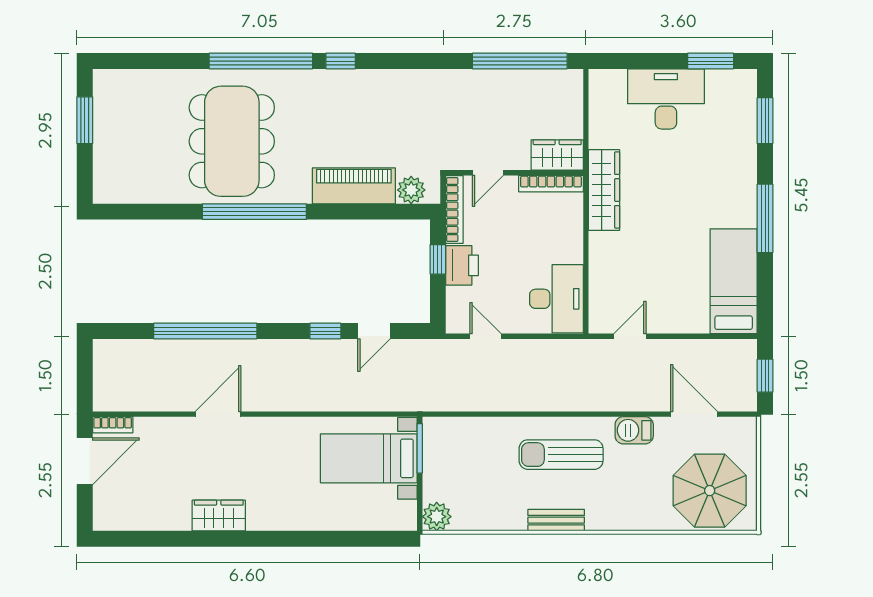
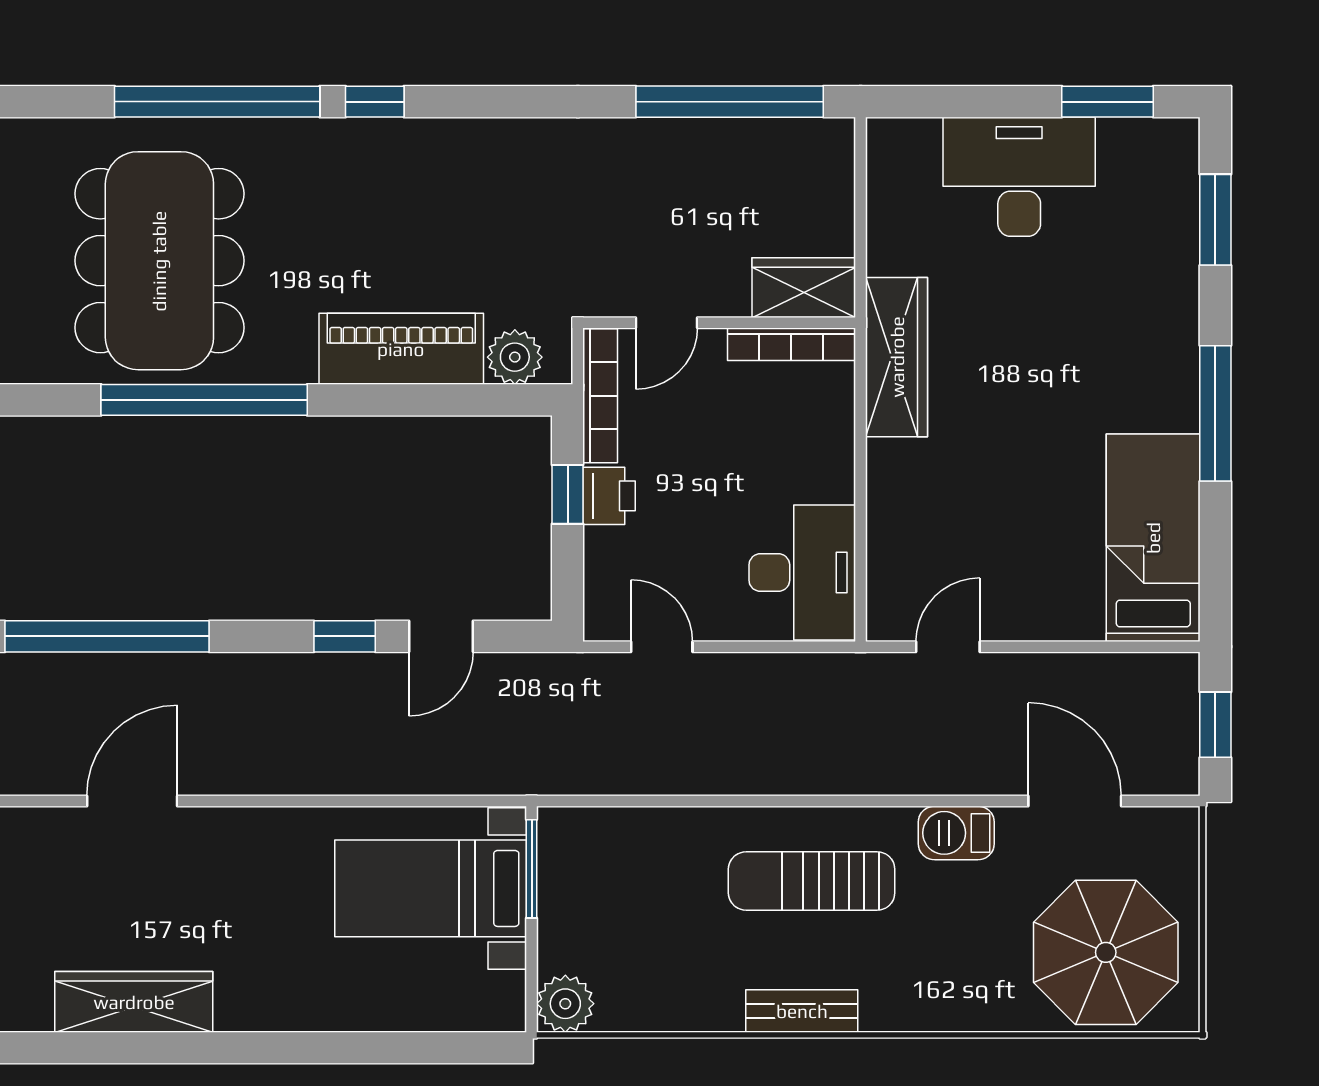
printer: (462, 265) -> (609, 496), width x0.73, depth x0.81
wardrobe: (219, 516) -> (134, 1002), width x1.50

